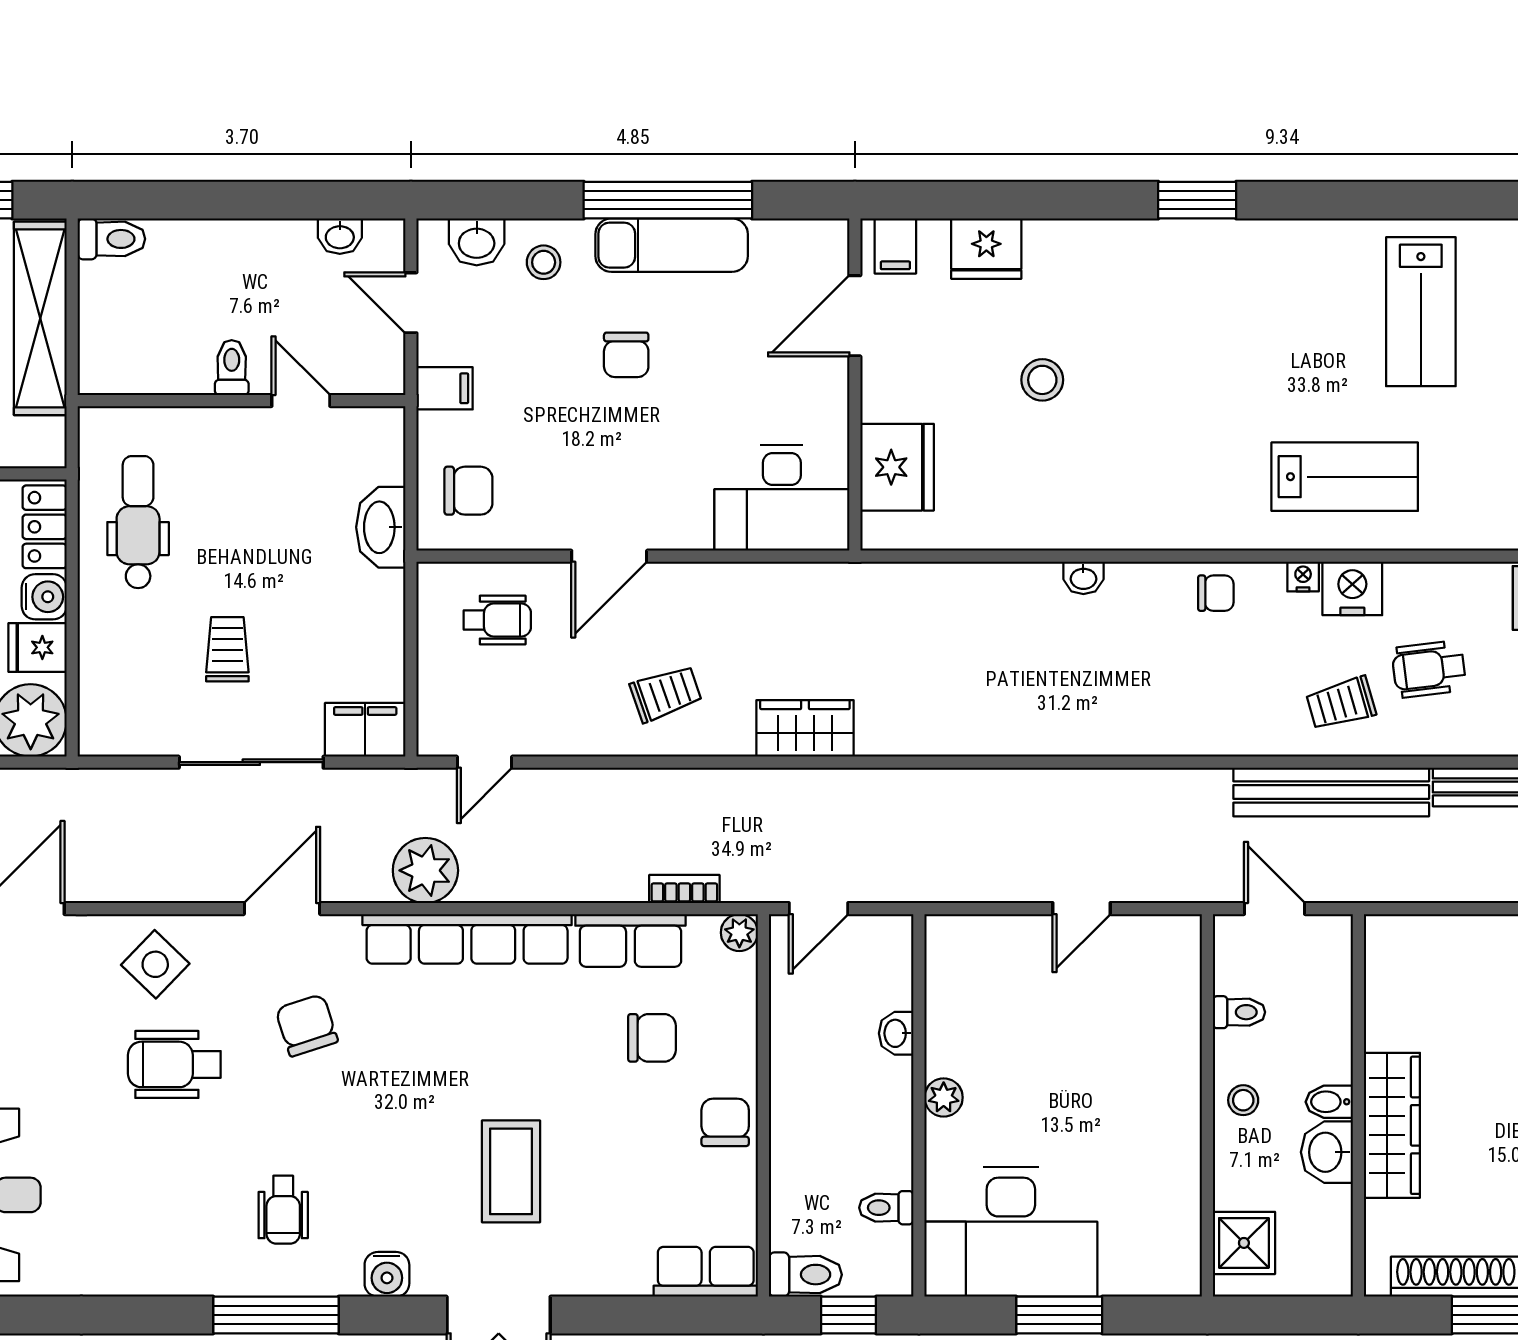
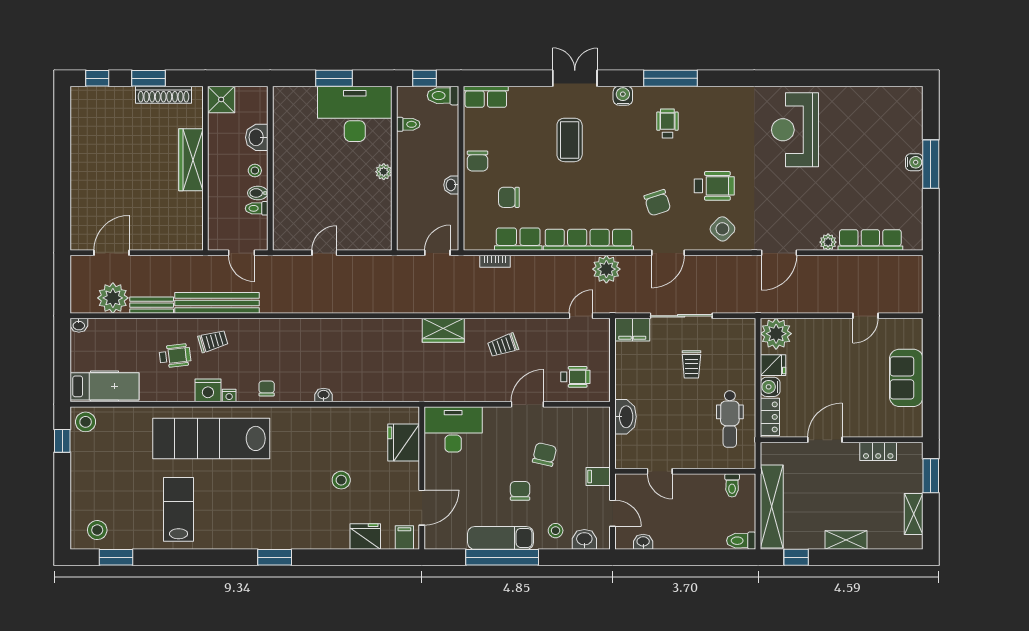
toilet: (232, 368) -> (732, 485), moved
lab bench: (1345, 477) -> (211, 438), width x1.86, depth x1.39
chair: (468, 491) -> (544, 454), moved, turned 103
chair: (1216, 593) -> (267, 388), turned 90
wheelchair: (497, 620) -> (575, 377), turned 180
plant: (739, 933) -> (471, 243), removed
washbasin: (896, 1033) -> (451, 185), moved, turned 180
bidet: (1329, 1102) -> (258, 193), moved, turned 180
washbasin: (1327, 1152) -> (257, 137), moved, turned 180
shower: (1244, 1243) -> (221, 99), moved

